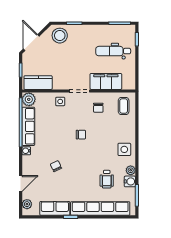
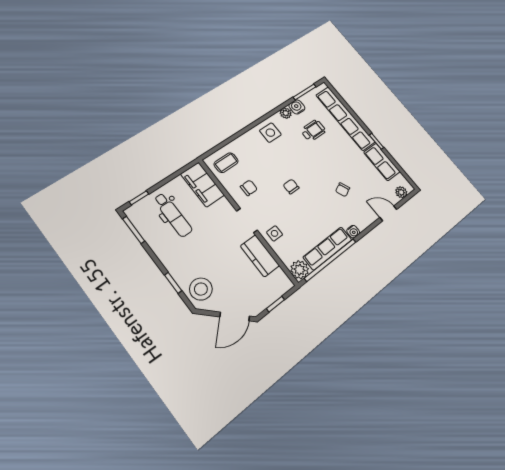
filing cabinet: (106, 81) -> (202, 185), moved
kitchen counter: (38, 83) -> (260, 256), moved

